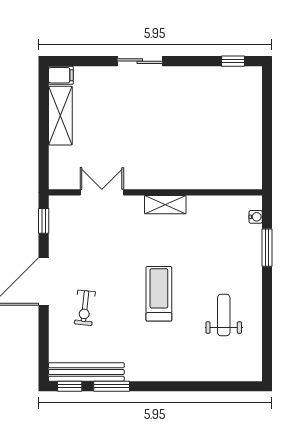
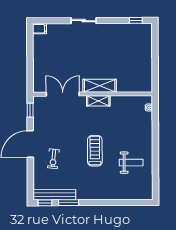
shelving: (60, 116) -> (100, 86), moved, turned 90
double door: (102, 192) -> (63, 94), width x1.37
window: (267, 248) -> (155, 125), removed
weight bench: (224, 315) -> (131, 163), turned 90

